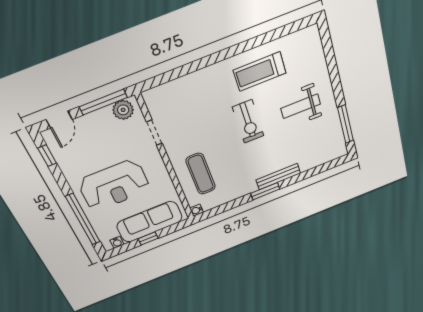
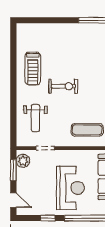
window: (103, 102) -> (13, 170), width x0.69
weight bench: (301, 106) -> (35, 118), moved
window: (47, 156) -> (48, 218), moved

